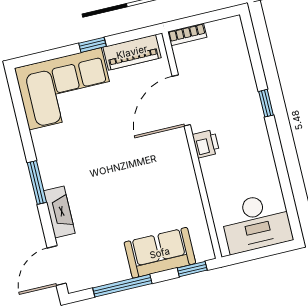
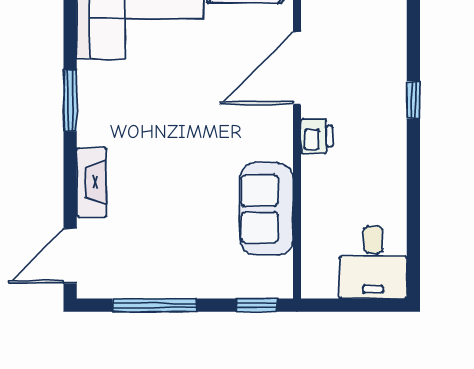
window: (37, 183) -> (70, 101), moved
desk: (256, 223) -> (373, 262), width x0.73
sofa: (160, 253) -> (266, 209), moved, turned -90

